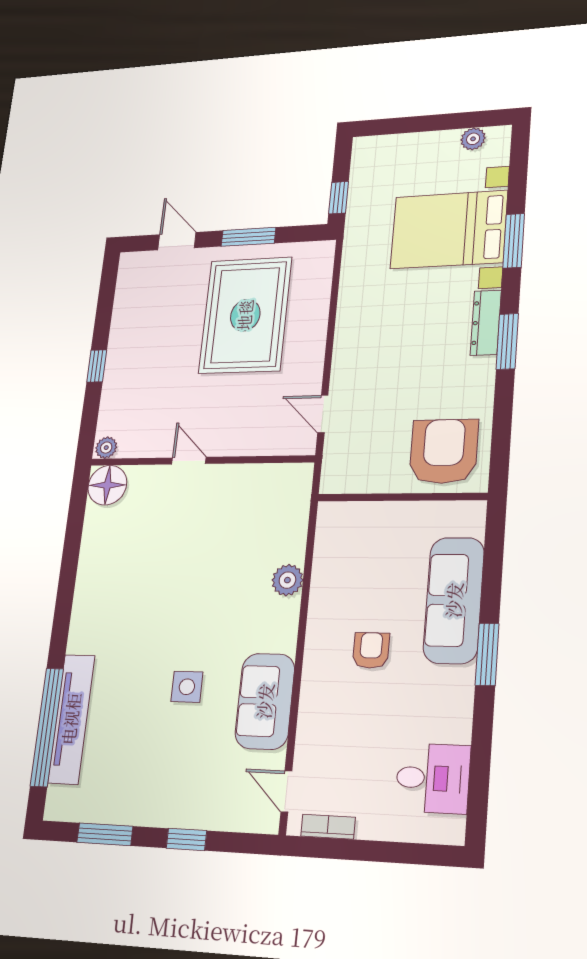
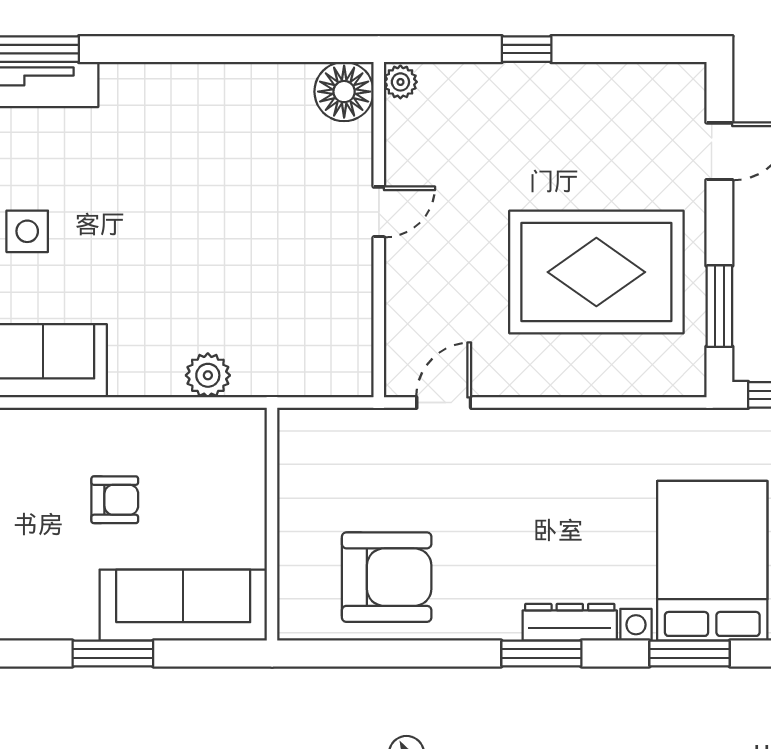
window: (248, 237) -> (719, 306), moved
wall: (402, 497) -> (272, 524), moved
side table: (187, 687) -> (27, 231), moved

